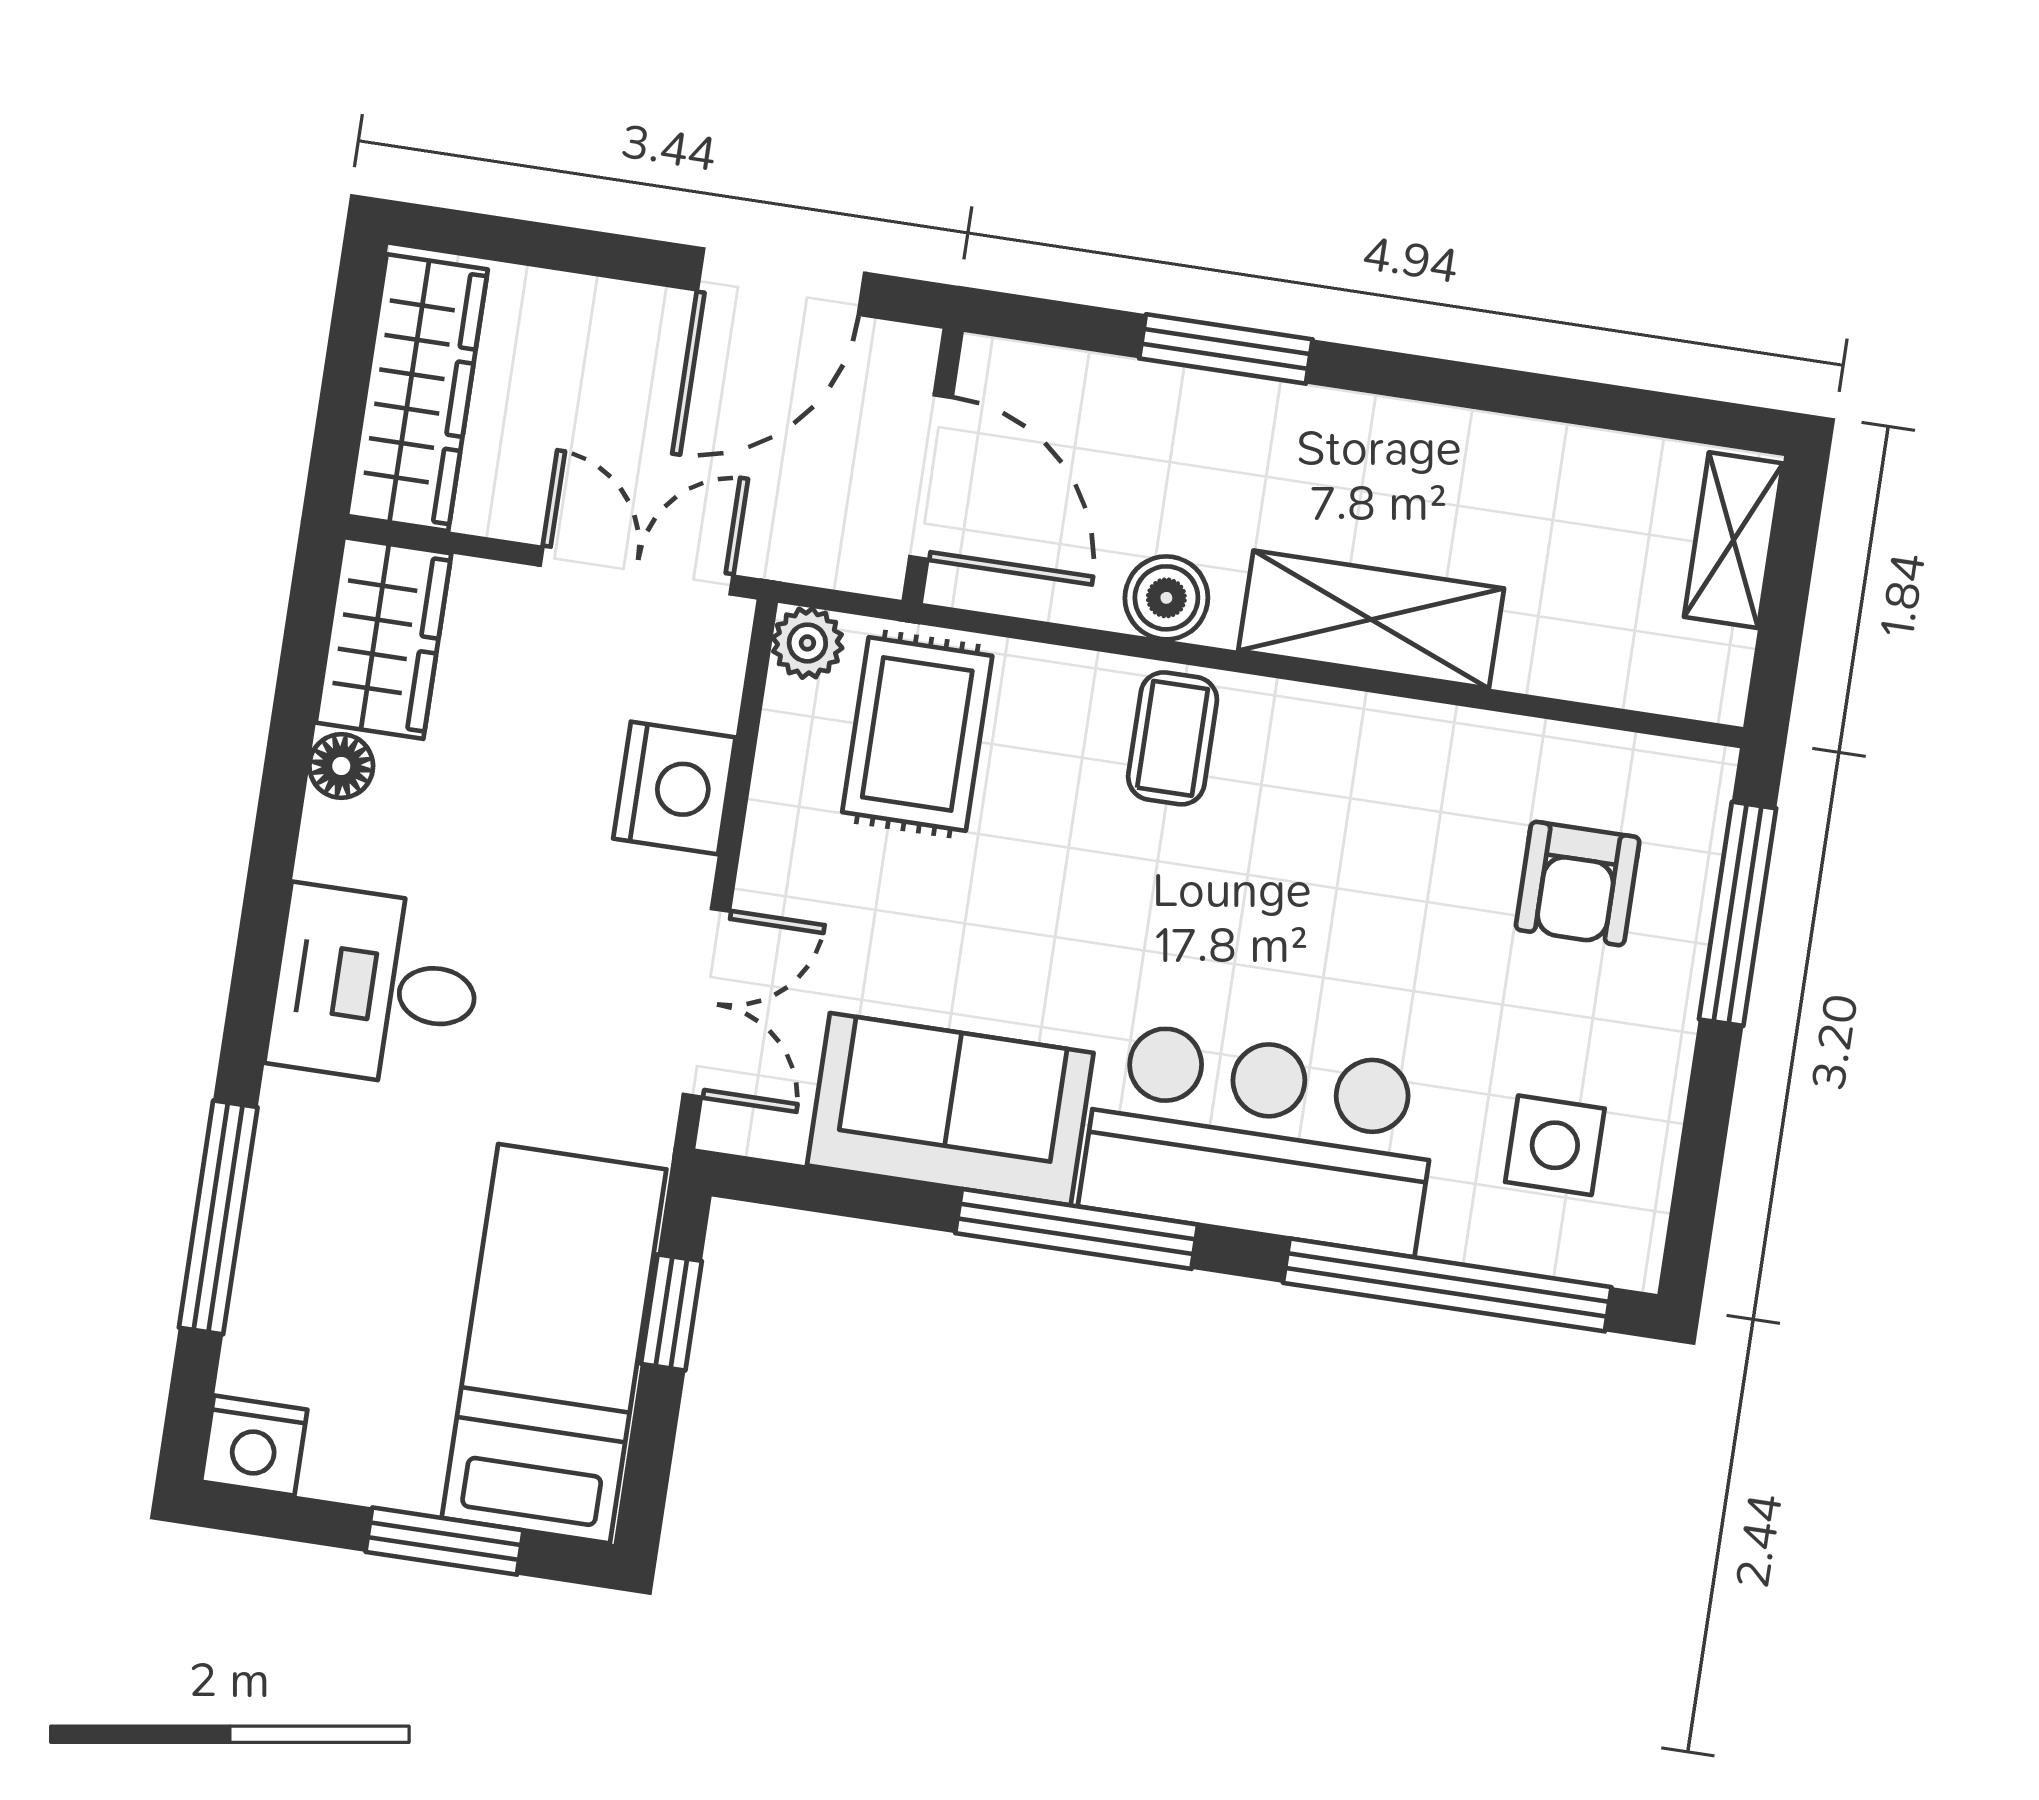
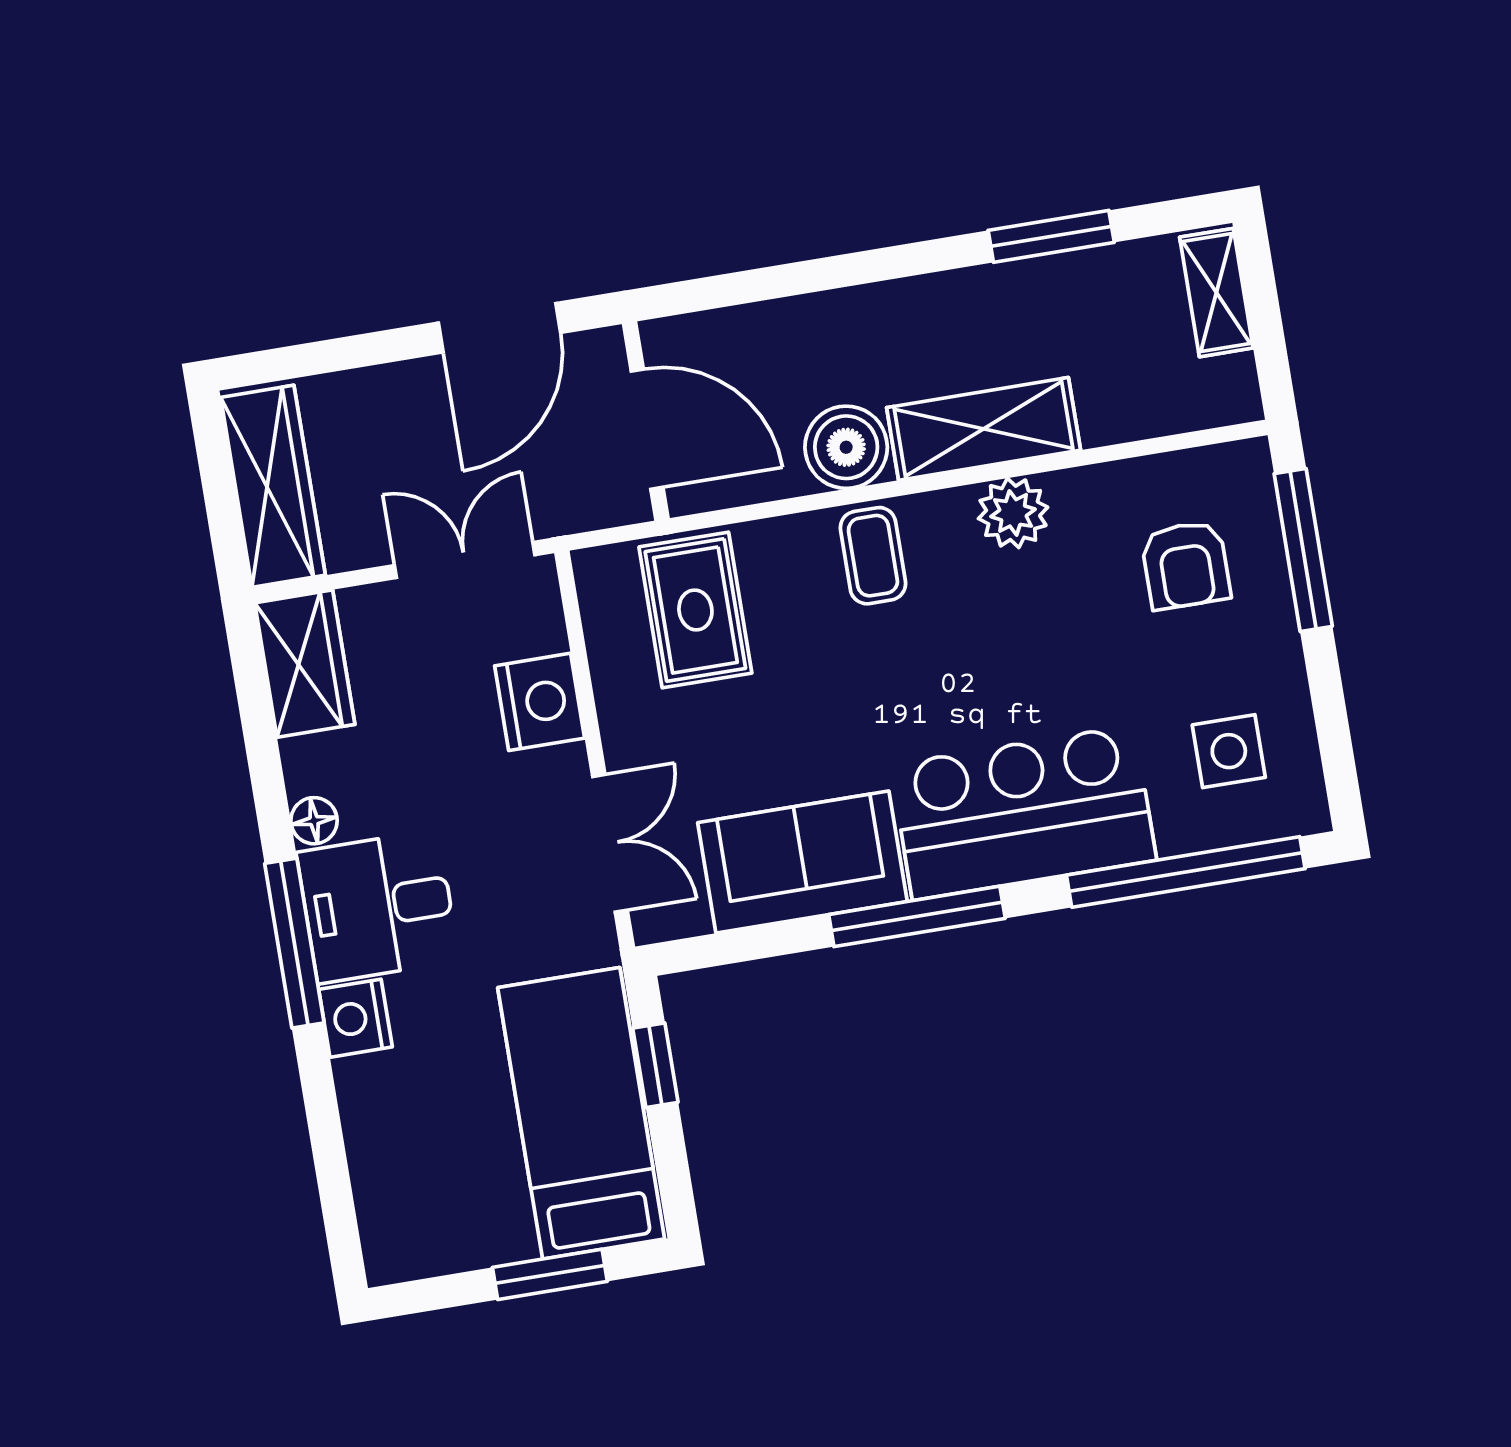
window: (1226, 349) -> (1051, 236), moved
boiler: (1166, 598) -> (846, 447), width x1.36, depth x1.36
plant: (807, 643) -> (1013, 513), moved, width x1.38, depth x1.38
floor lamp: (341, 766) -> (314, 821), moved
window: (218, 1217) -> (294, 943), moved
nightstand: (254, 1446) -> (355, 1018), moved, turned 90

